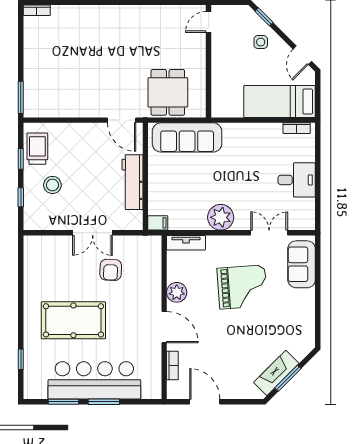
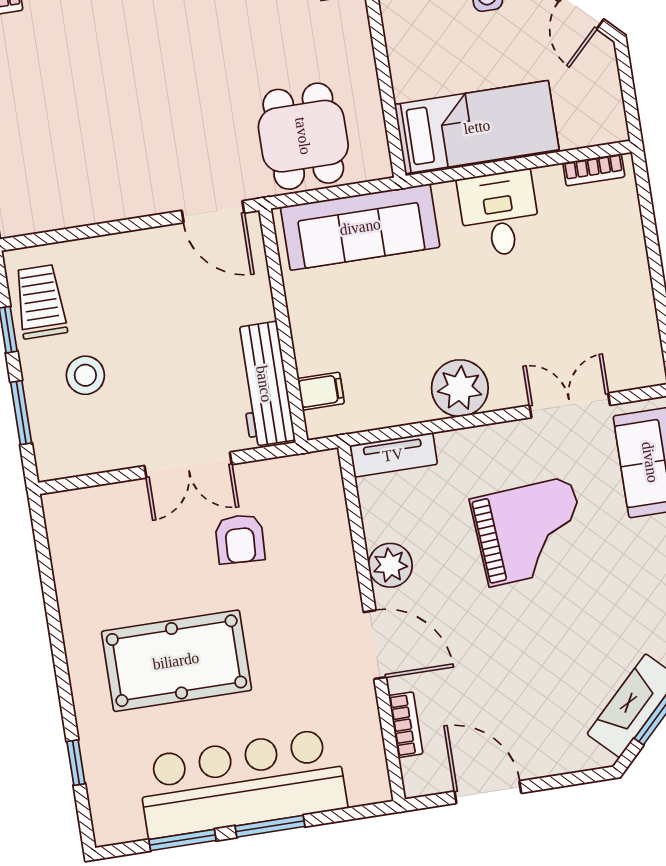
bed: (280, 102) -> (477, 127), moved, turned 180
desk: (297, 180) -> (499, 214), moved, turned -90
workbench: (132, 182) -> (264, 384), moved
window: (21, 197) -> (21, 413), width x1.50
filing cabinet: (158, 223) -> (321, 391), moved

